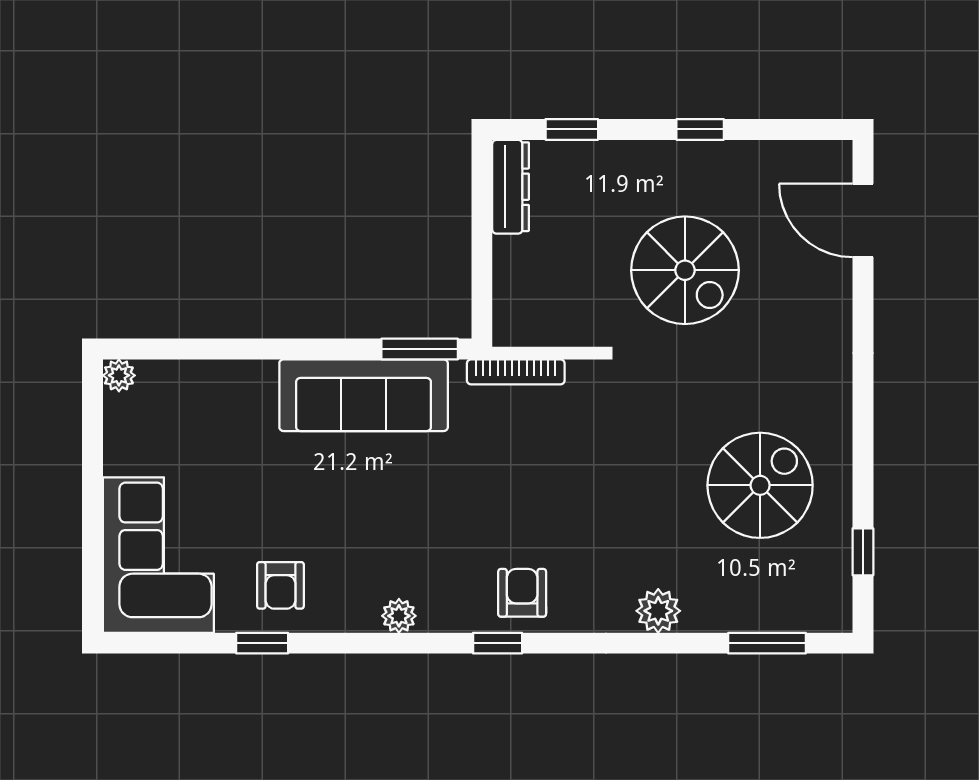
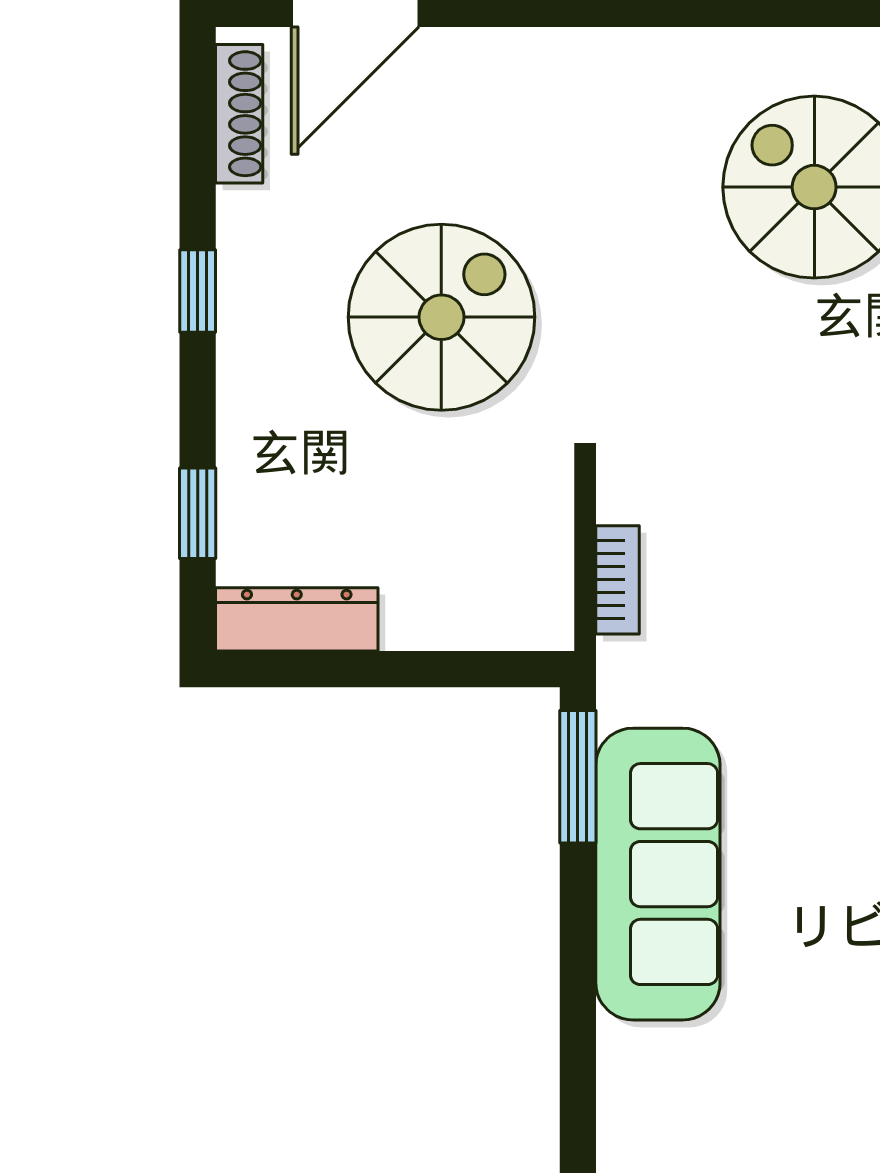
shoe rack: (802, 153) -> (239, 114), added
bookcase: (516, 372) -> (618, 580), width x0.64

